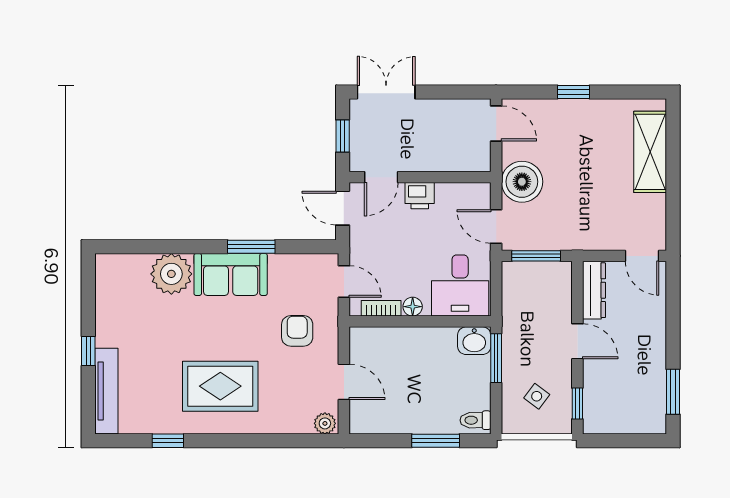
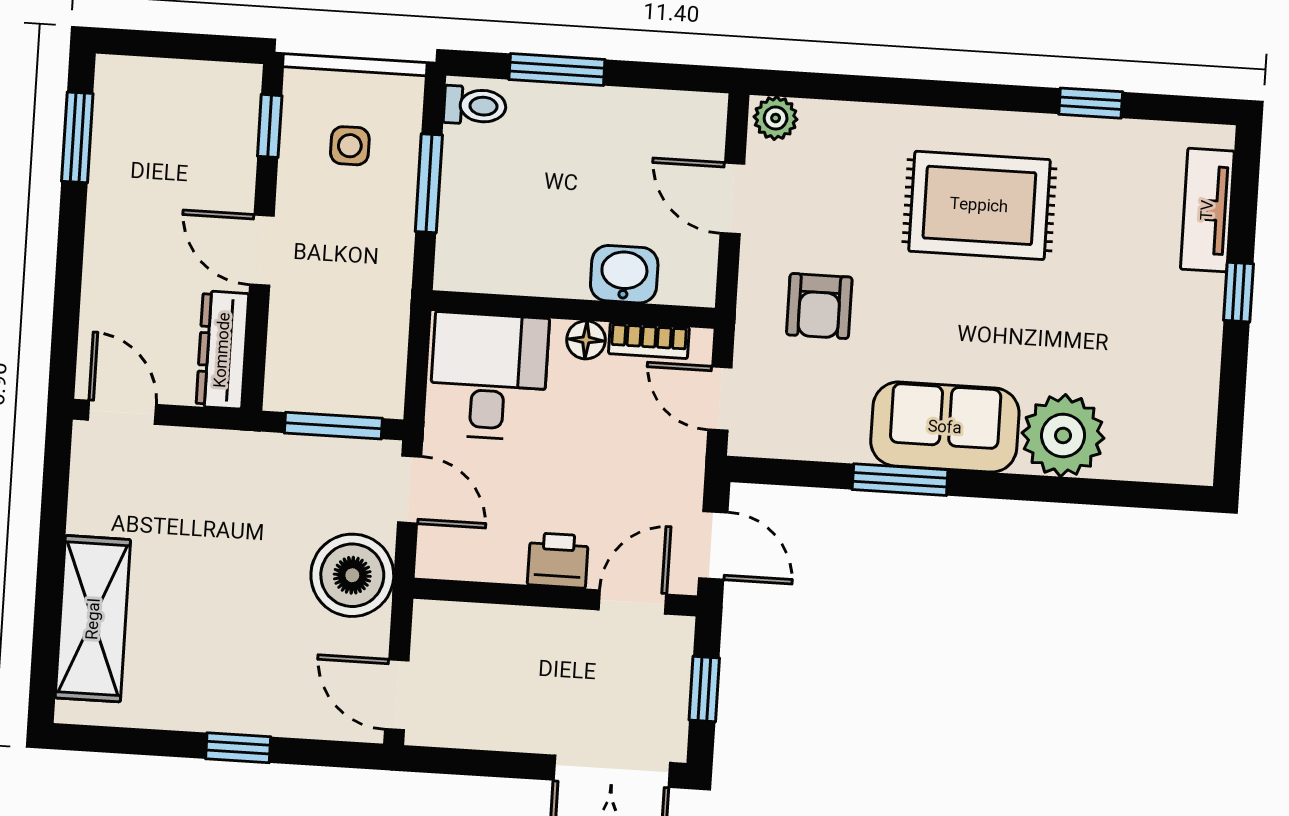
washbasin: (474, 341) -> (624, 274), moved
window: (496, 358) -> (429, 183), moved
tv unit: (106, 391) -> (1207, 210), width x0.71
side table: (537, 396) -> (350, 146), turned -37

